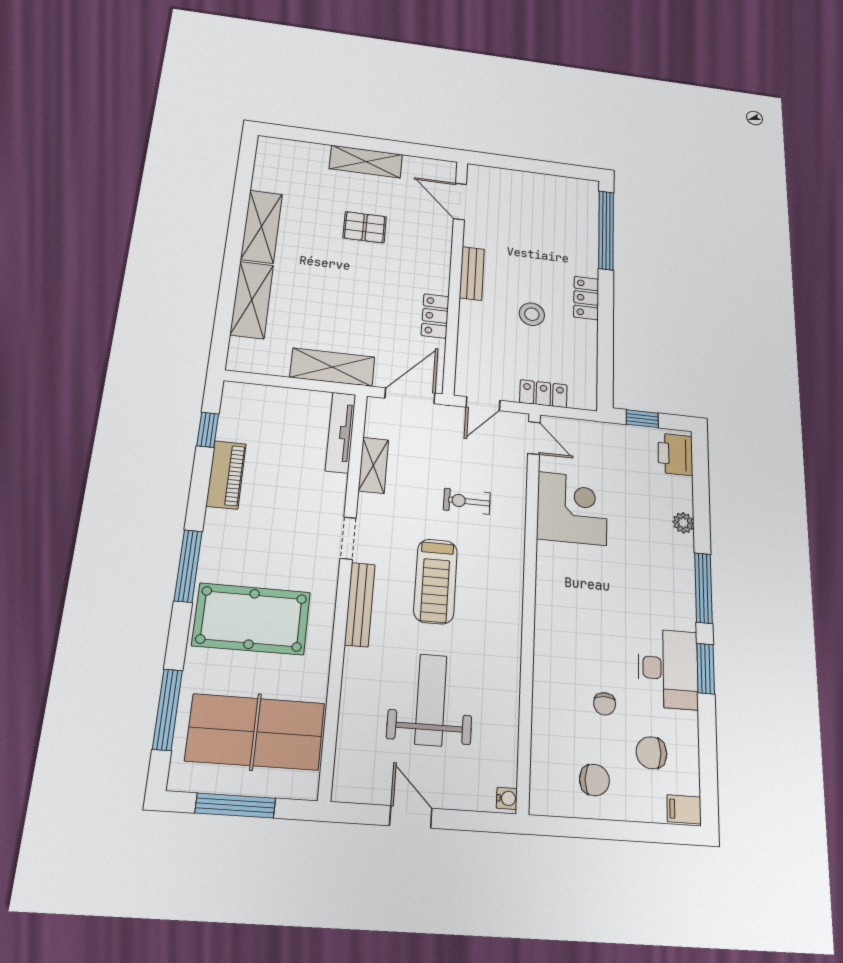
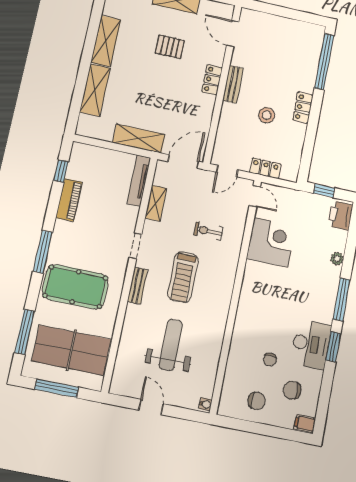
locker: (435, 316) -> (212, 80), moved
bench: (360, 604) -> (137, 286), width x0.73

